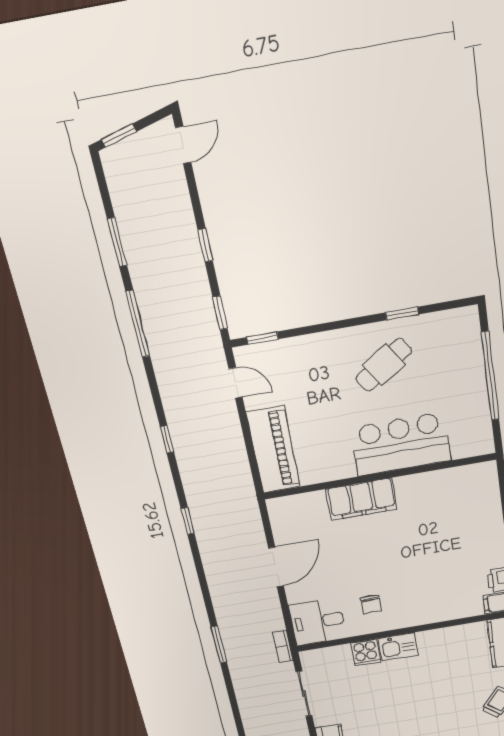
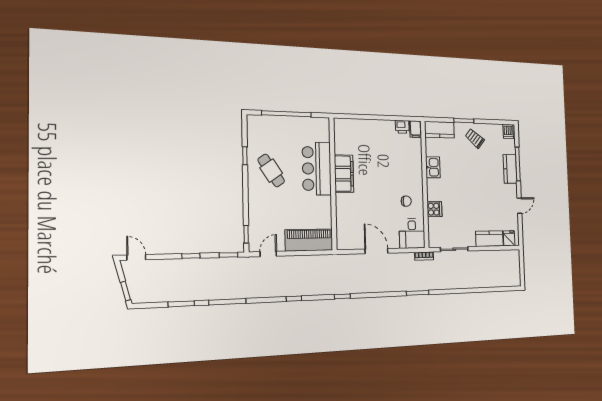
filing cabinet: (362, 499) -> (344, 174), moved
kitchen sink: (398, 647) -> (433, 167), moved

